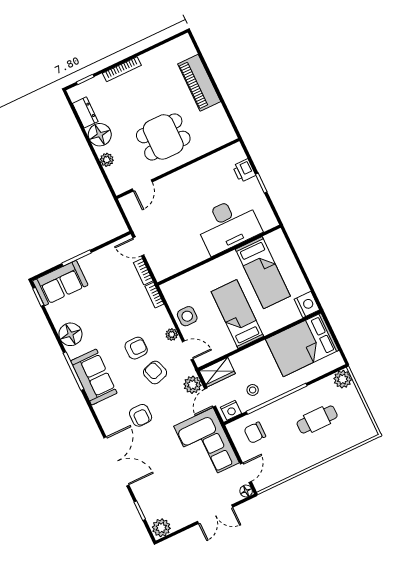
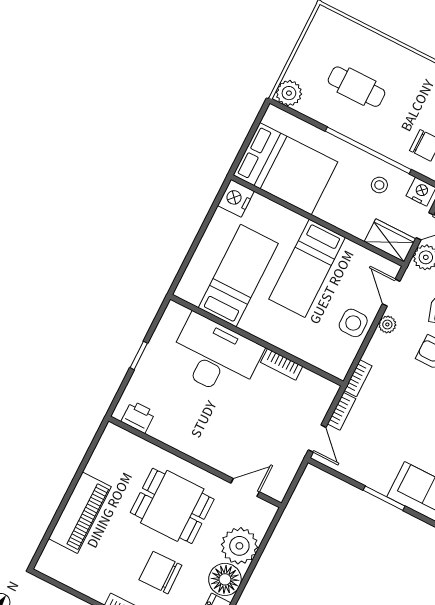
chair: (131, 102) -> (160, 573), added
plant: (107, 160) -> (239, 546), width x1.88, depth x1.88
printer: (244, 171) -> (138, 417), moved, turned -90
bookcase: (195, 259) -> (282, 364), added

